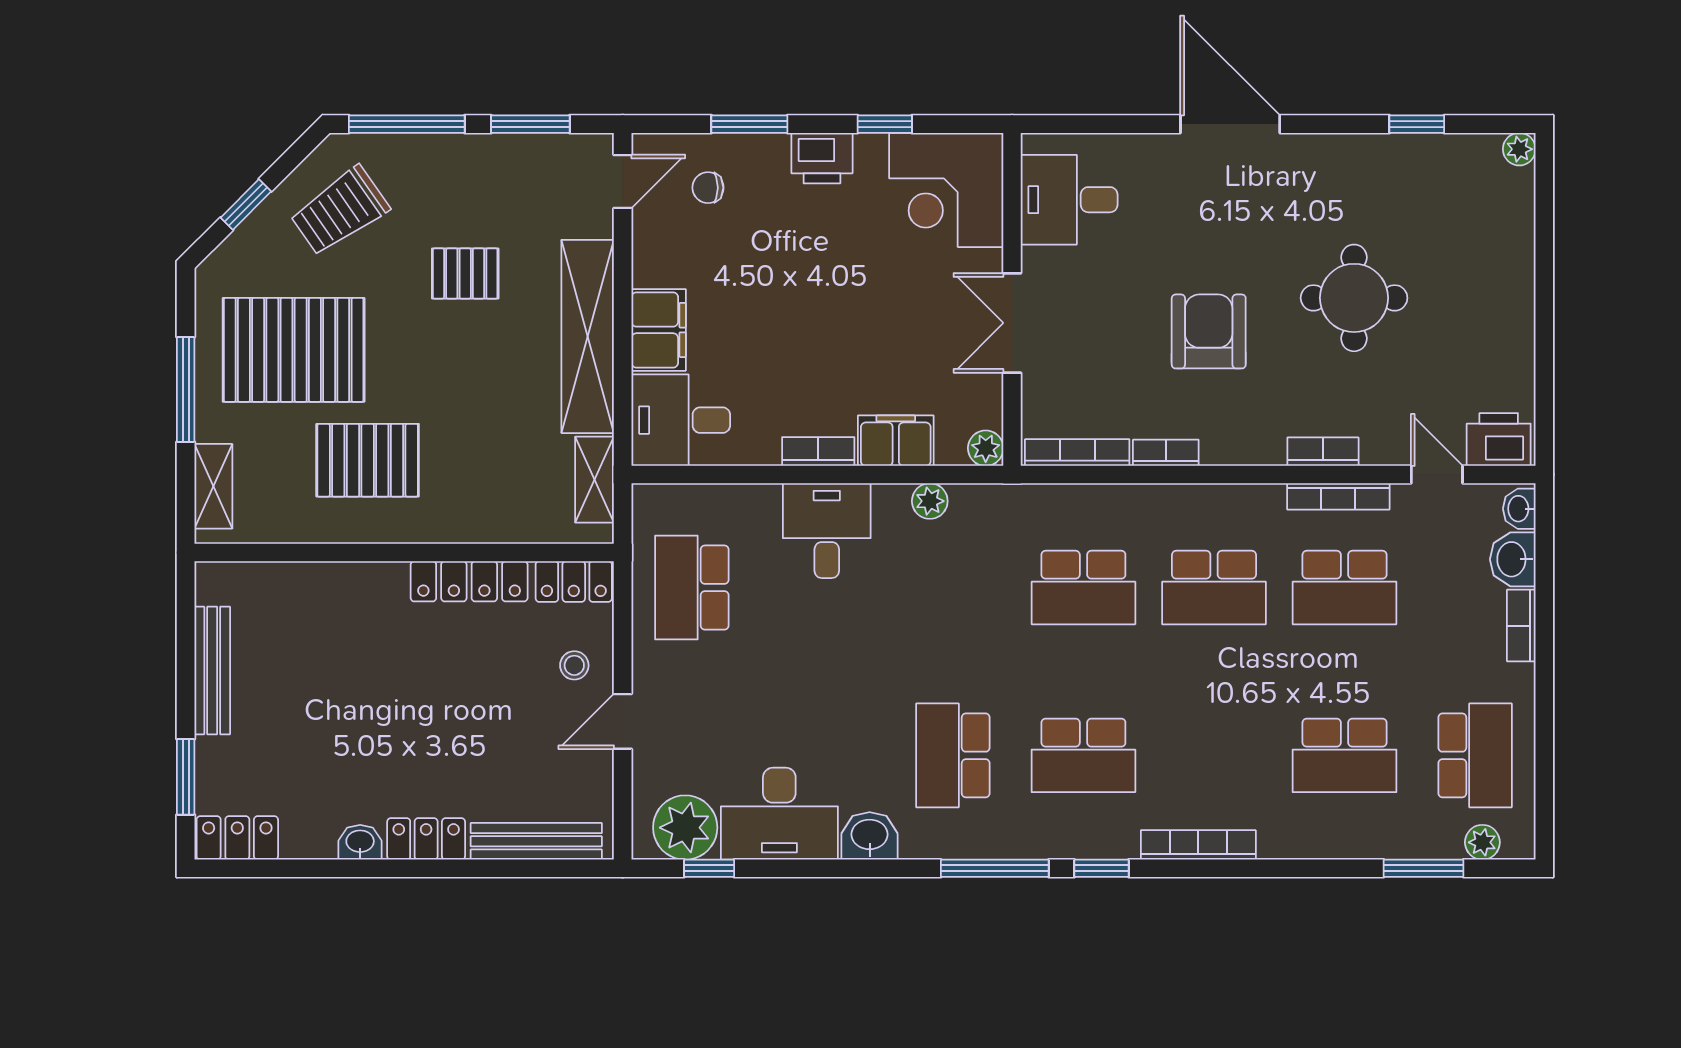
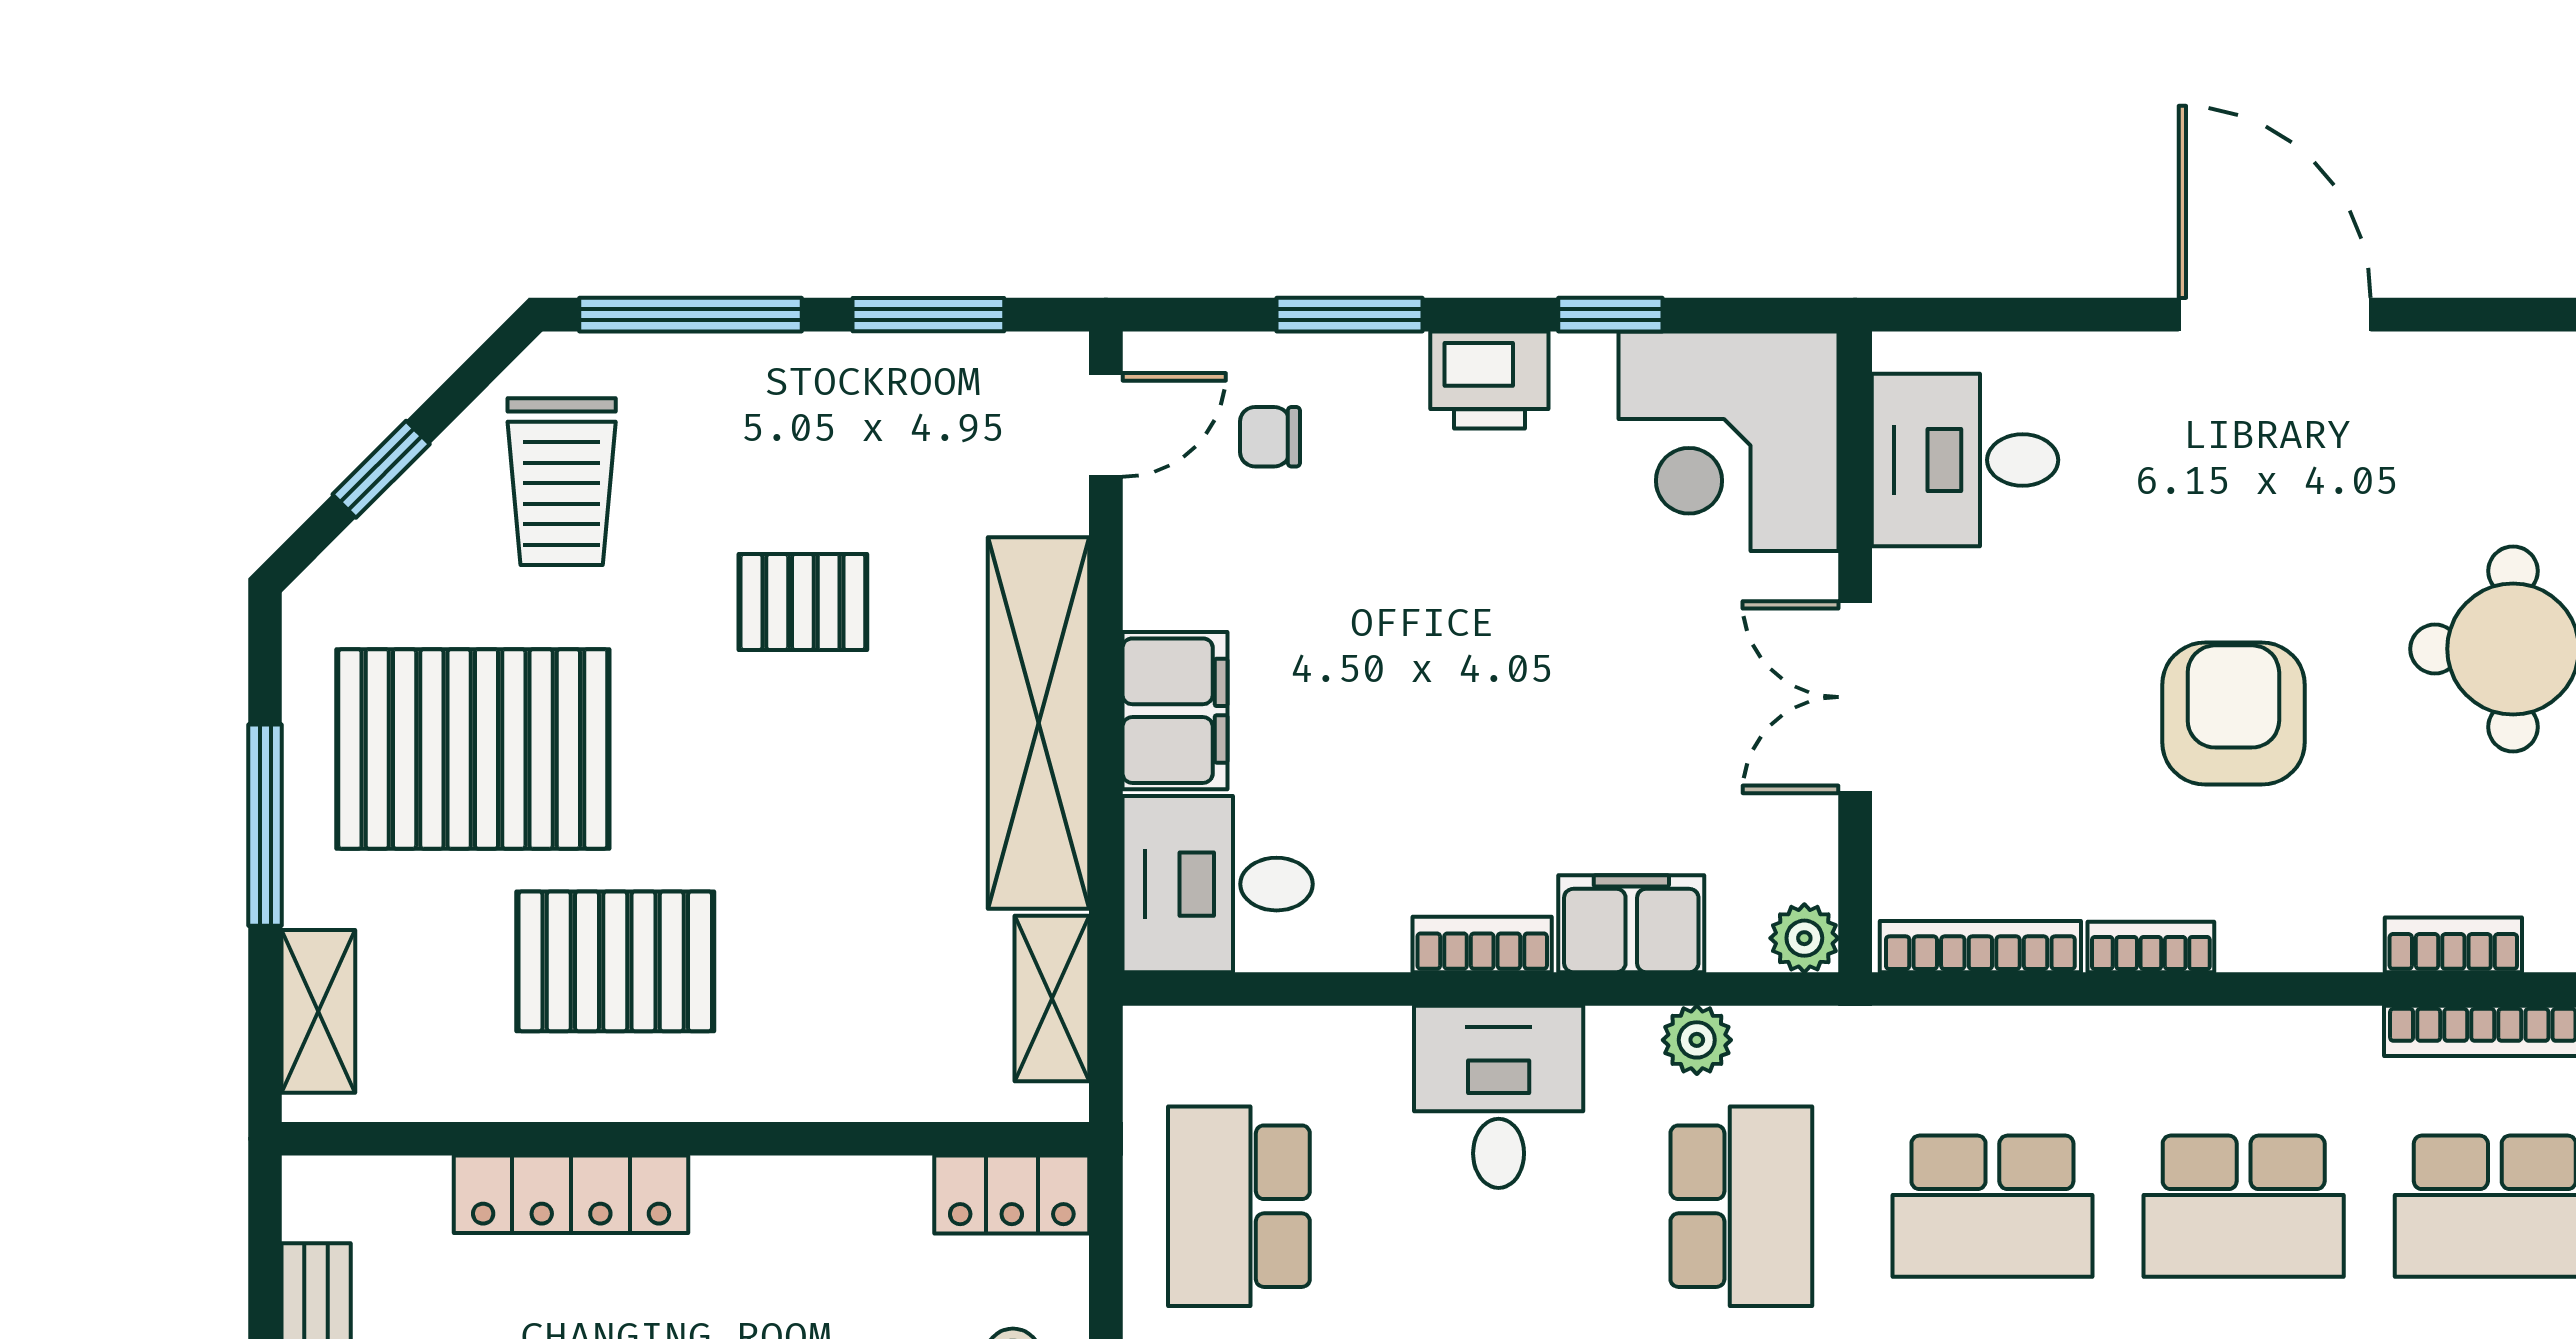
trolley: (340, 211) -> (562, 482), turned -55
locker: (469, 581) -> (571, 1194), moved
school desk: (953, 588) -> (1741, 1206), added

